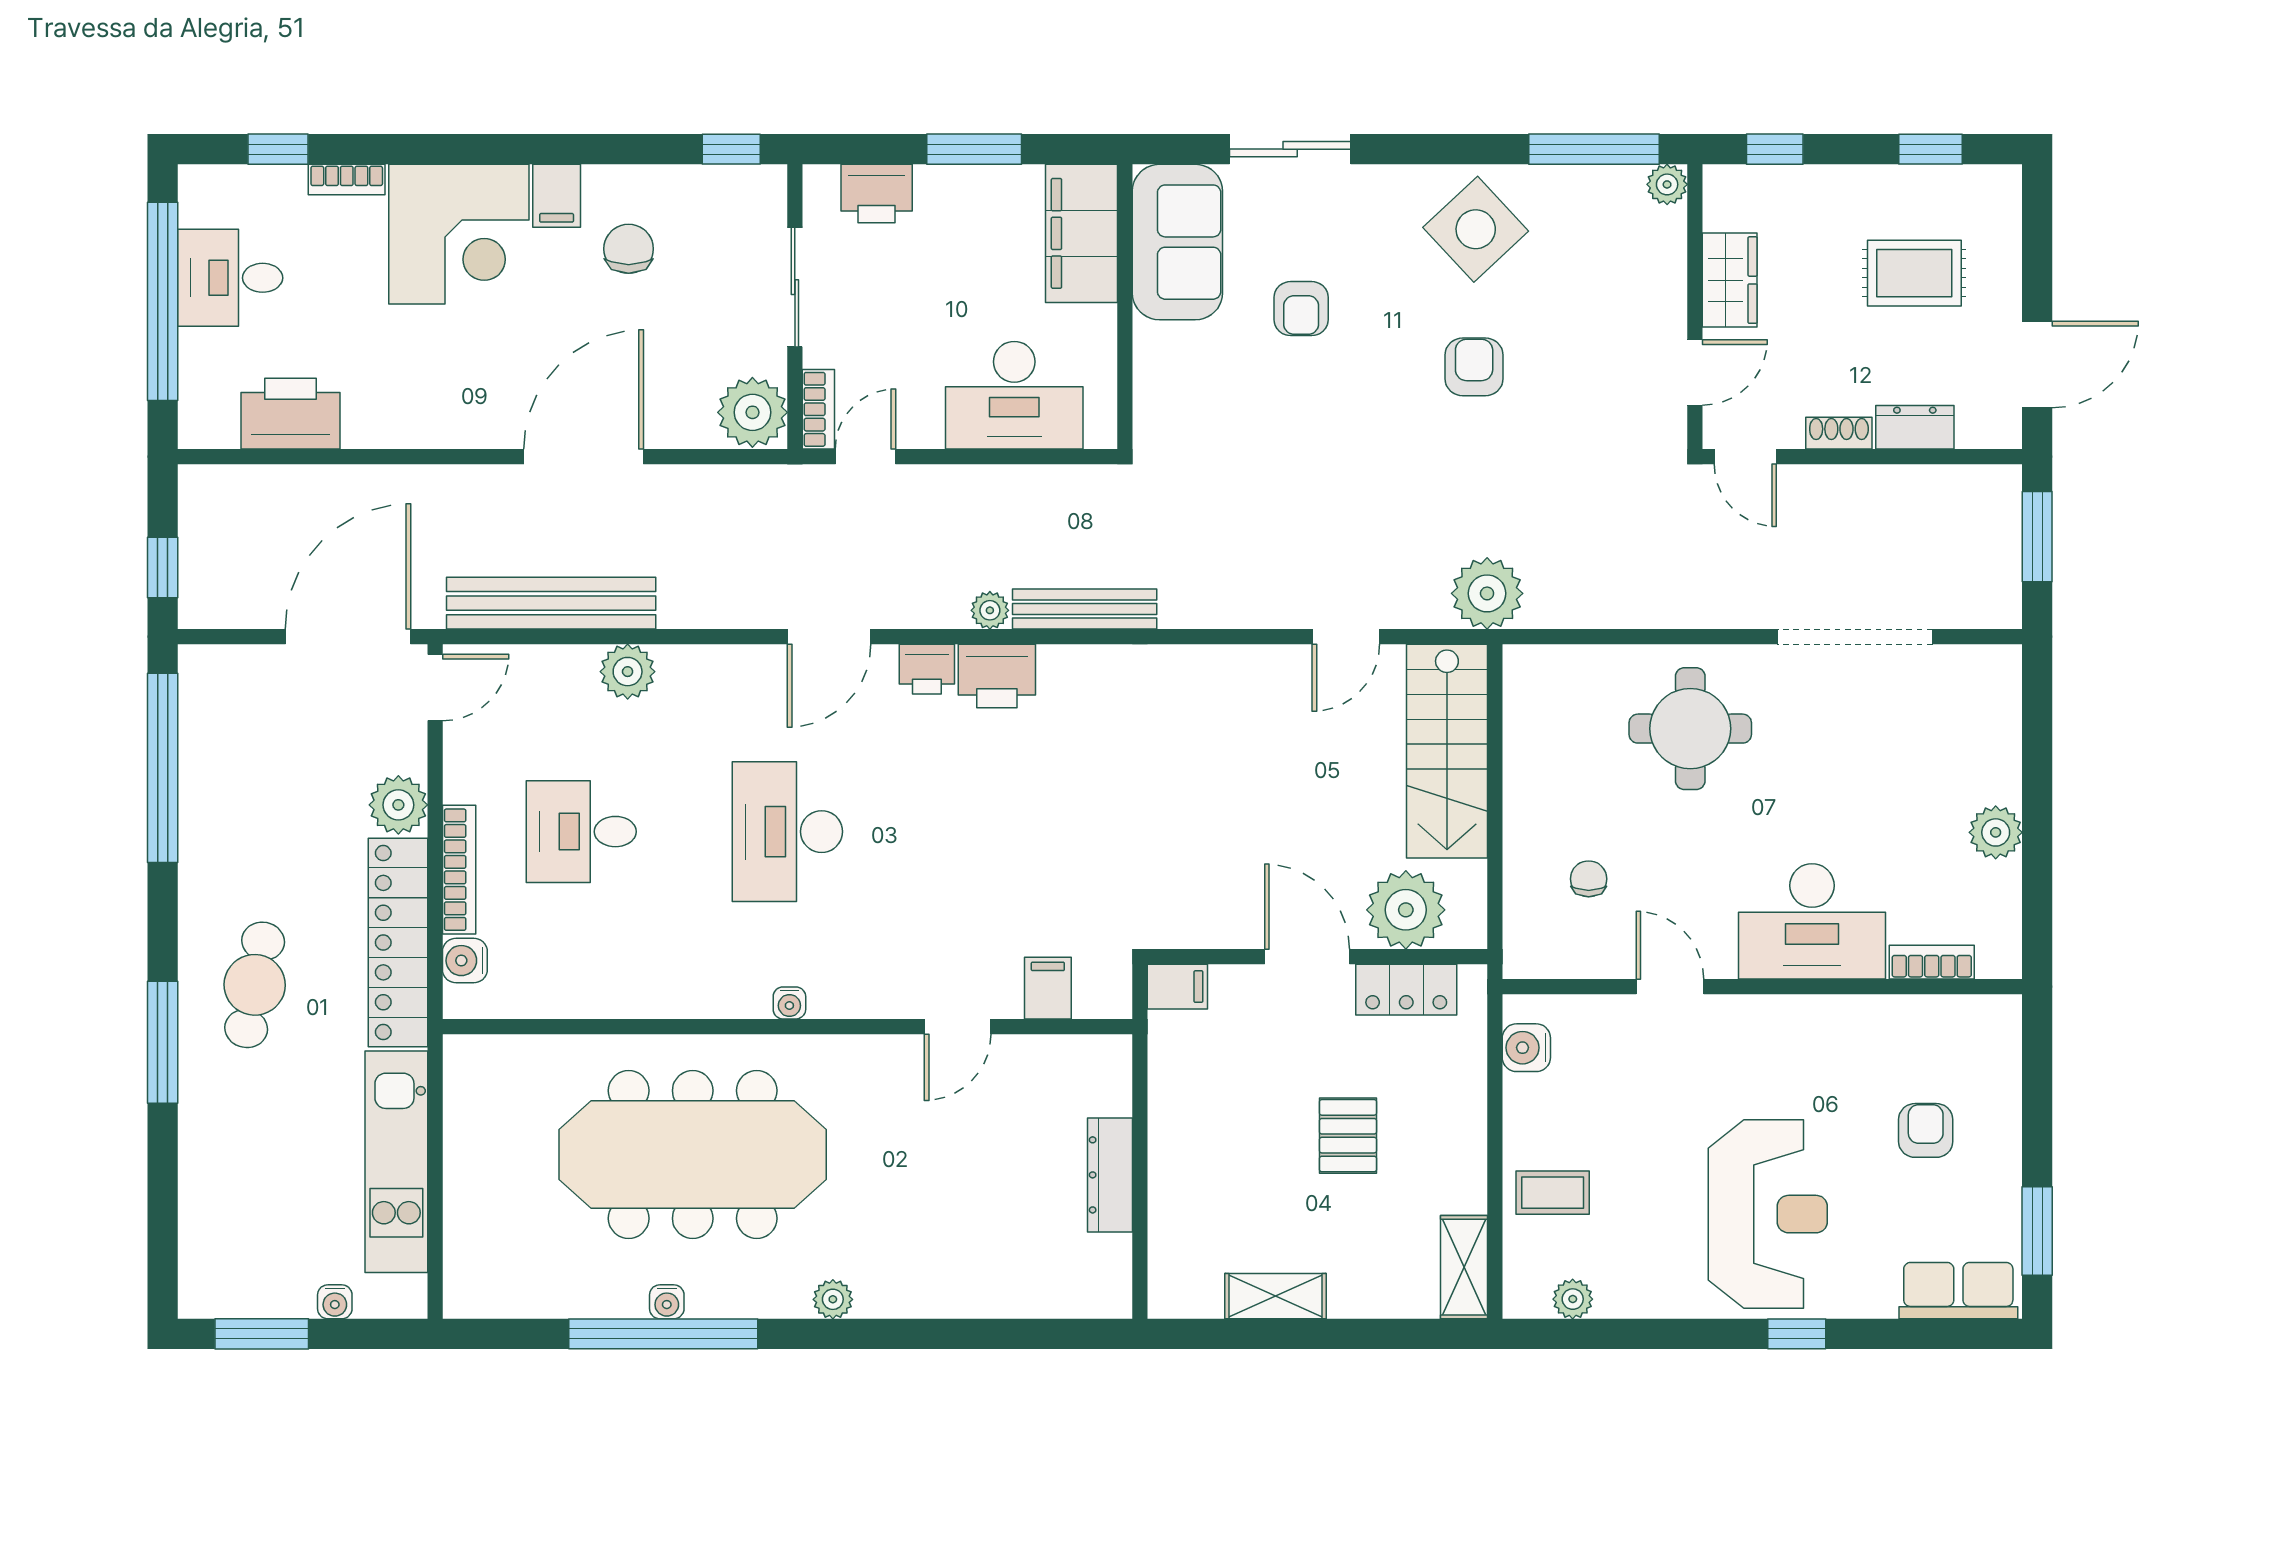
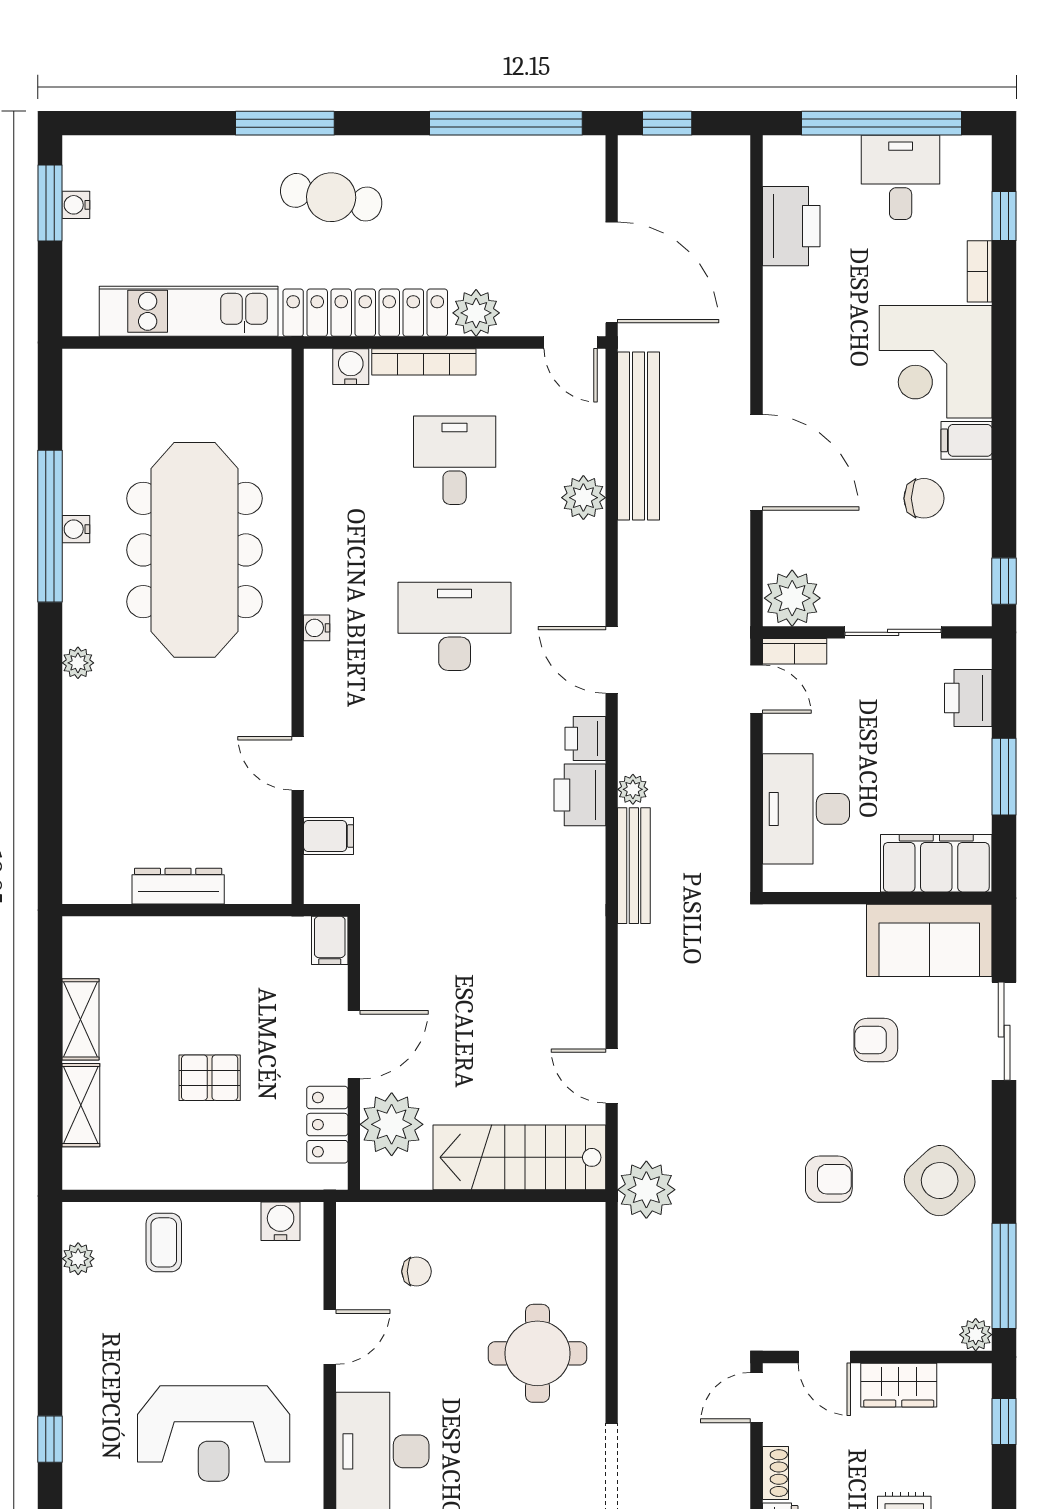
reception desk: (1768, 1214) -> (214, 1433), moved
shelving: (1464, 1267) -> (81, 1105), moved, turned 90
water cooler: (335, 1302) -> (76, 205), moved

